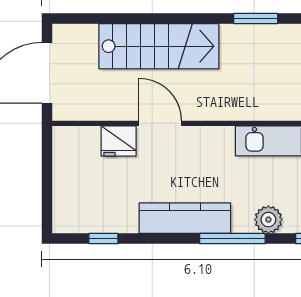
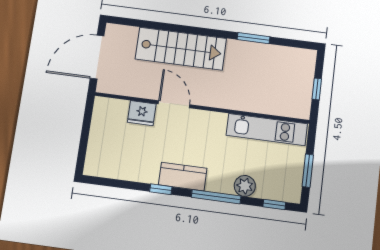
kitchen counter: (185, 218) -> (183, 177), width x0.67
window: (103, 239) -> (161, 189), moved

